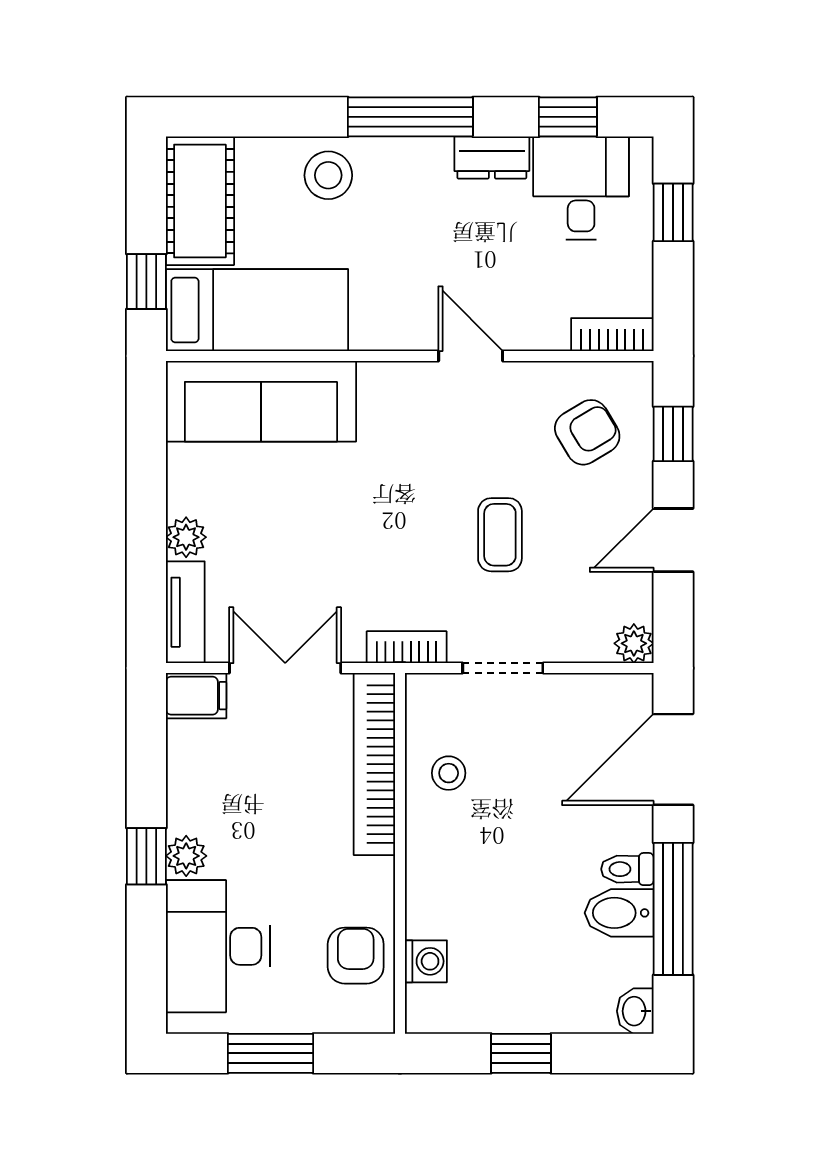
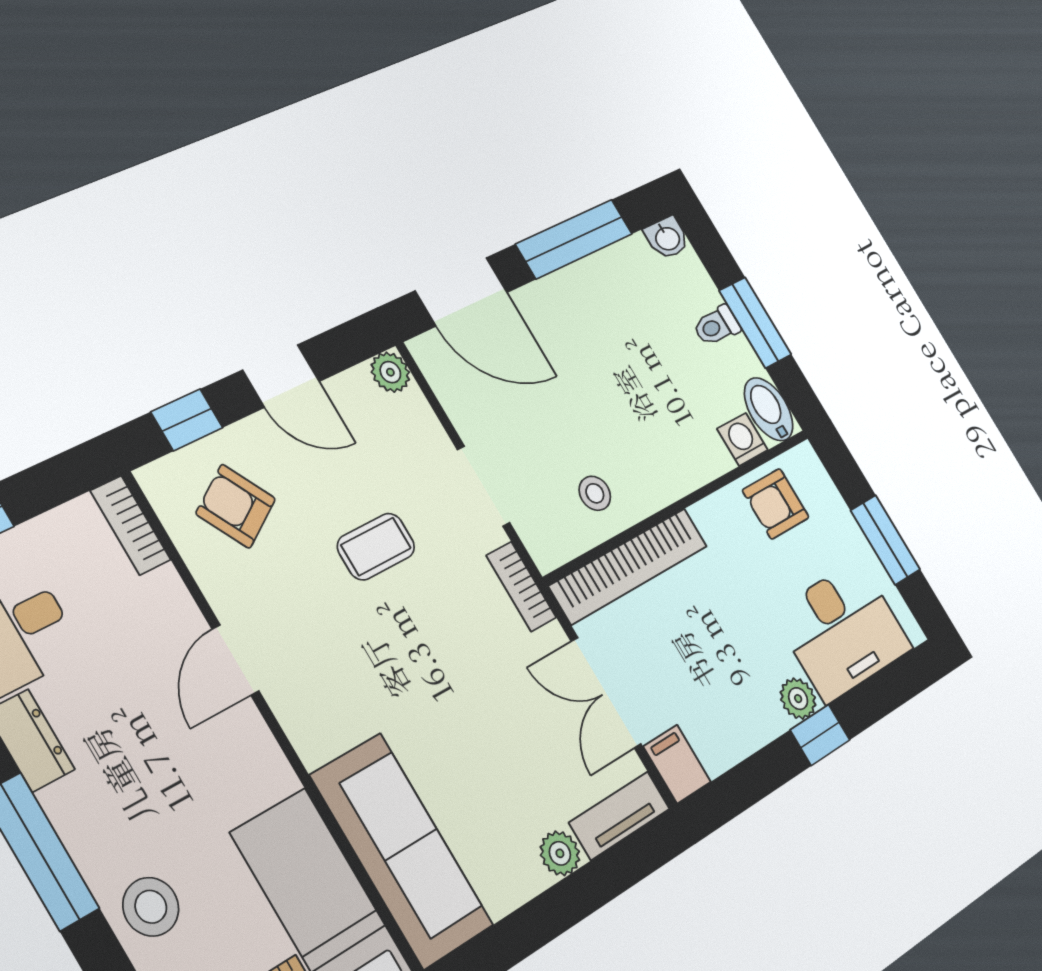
toilet: (627, 869) -> (717, 326), moved, turned 90
bidet: (619, 913) -> (769, 409), moved, turned 180
window: (521, 1053) -> (755, 323), width x1.50

